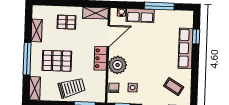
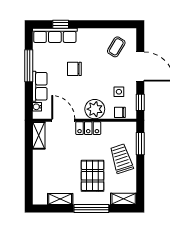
pallet: (67, 22) -> (50, 167), removed
chair: (155, 48) -> (74, 69), added
row of seats: (185, 48) -> (55, 35), moved

